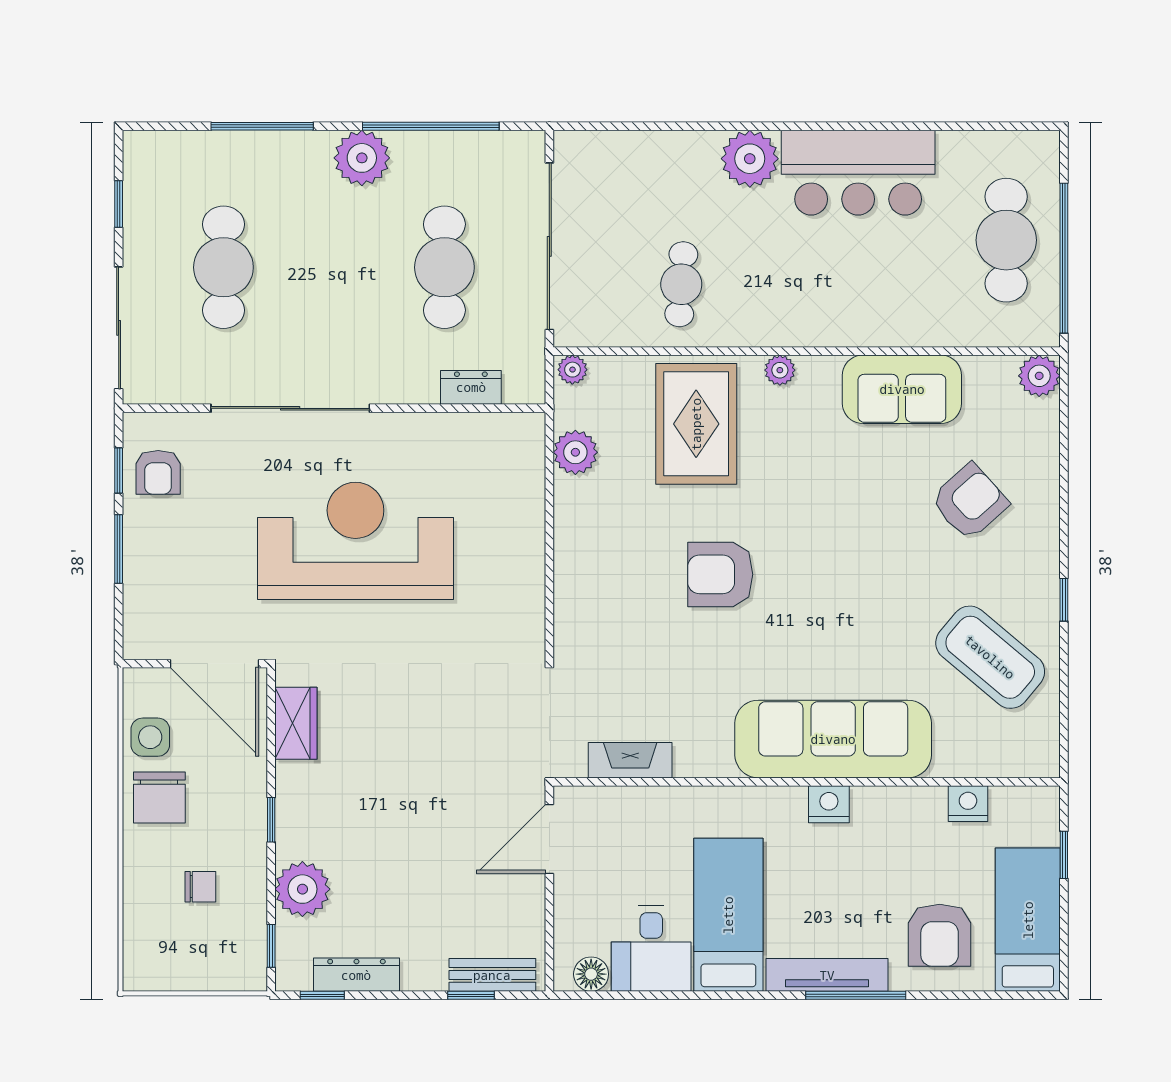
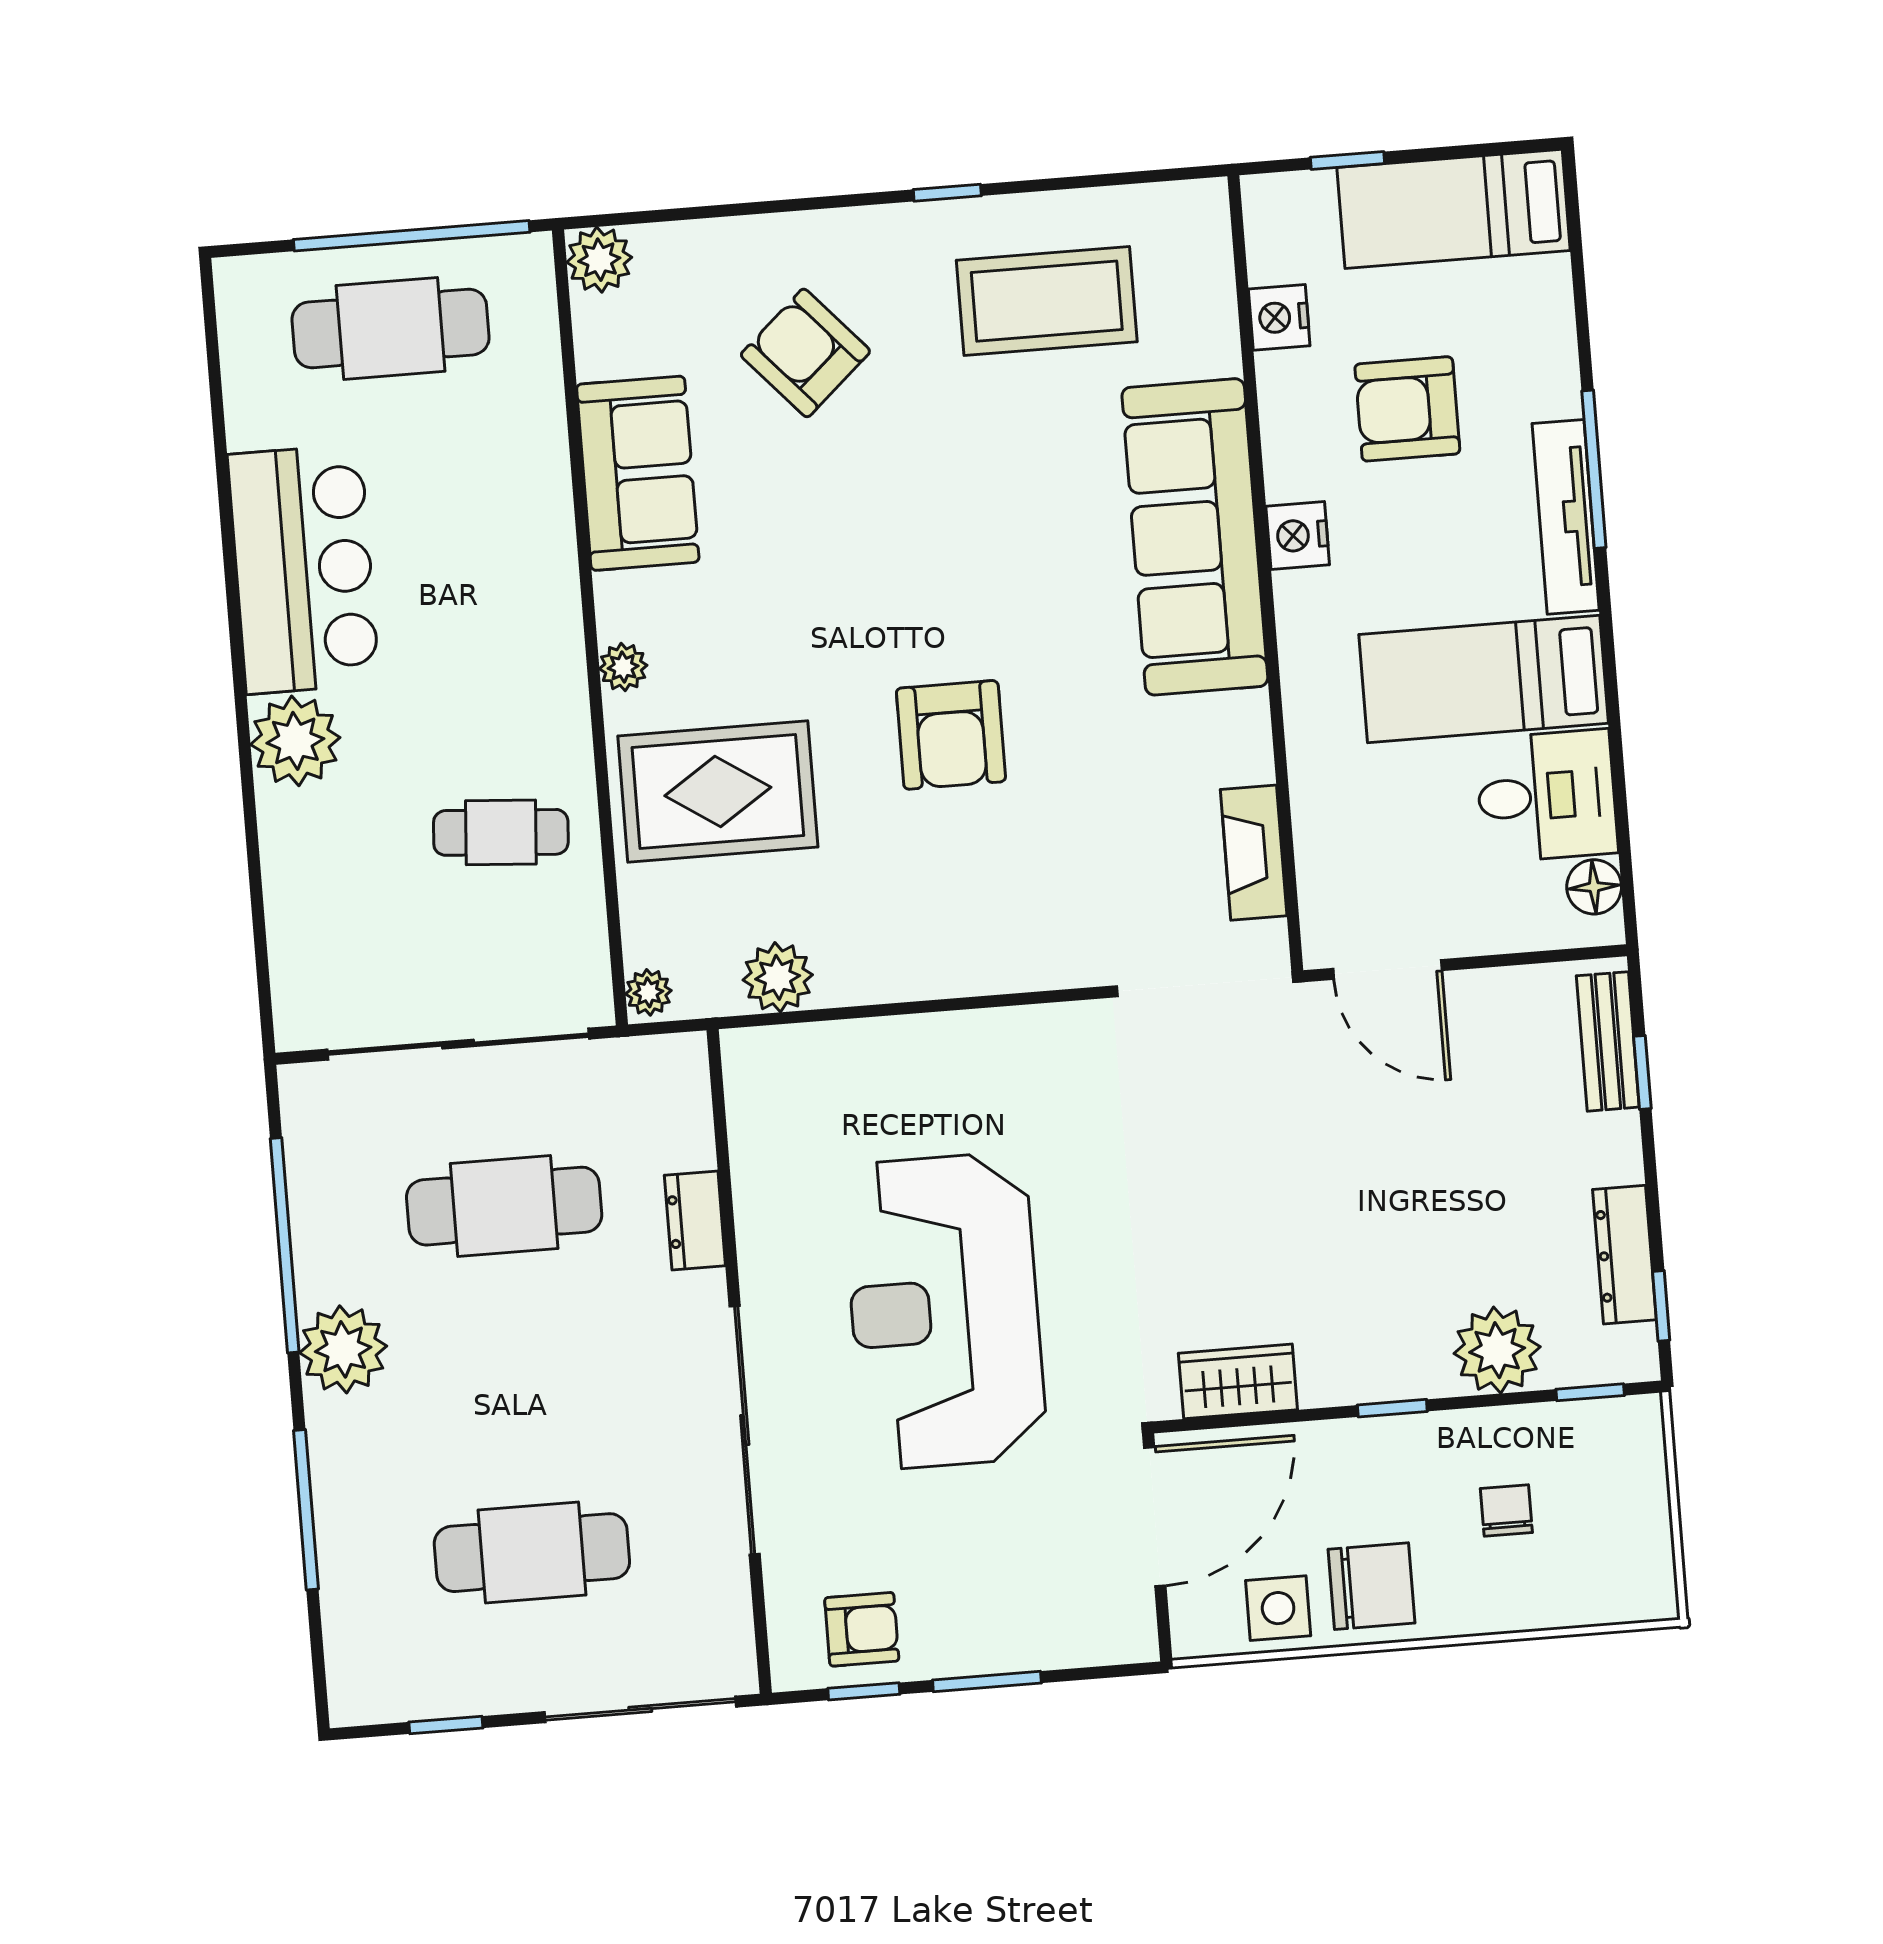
dresser: (471, 387) -> (695, 1220), moved
coffee table: (990, 657) -> (1047, 301), turned 50
armchair: (940, 935) -> (1407, 409), moved, turned 180

